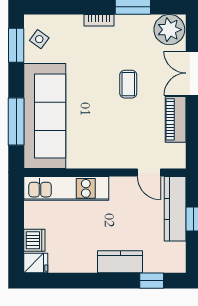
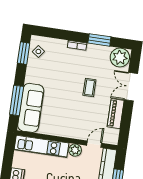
sofa: (45, 116) -> (31, 108), width x0.74, depth x0.79
door: (149, 173) -> (94, 144), swing flipped
plant: (120, 186) -> (75, 150), added

